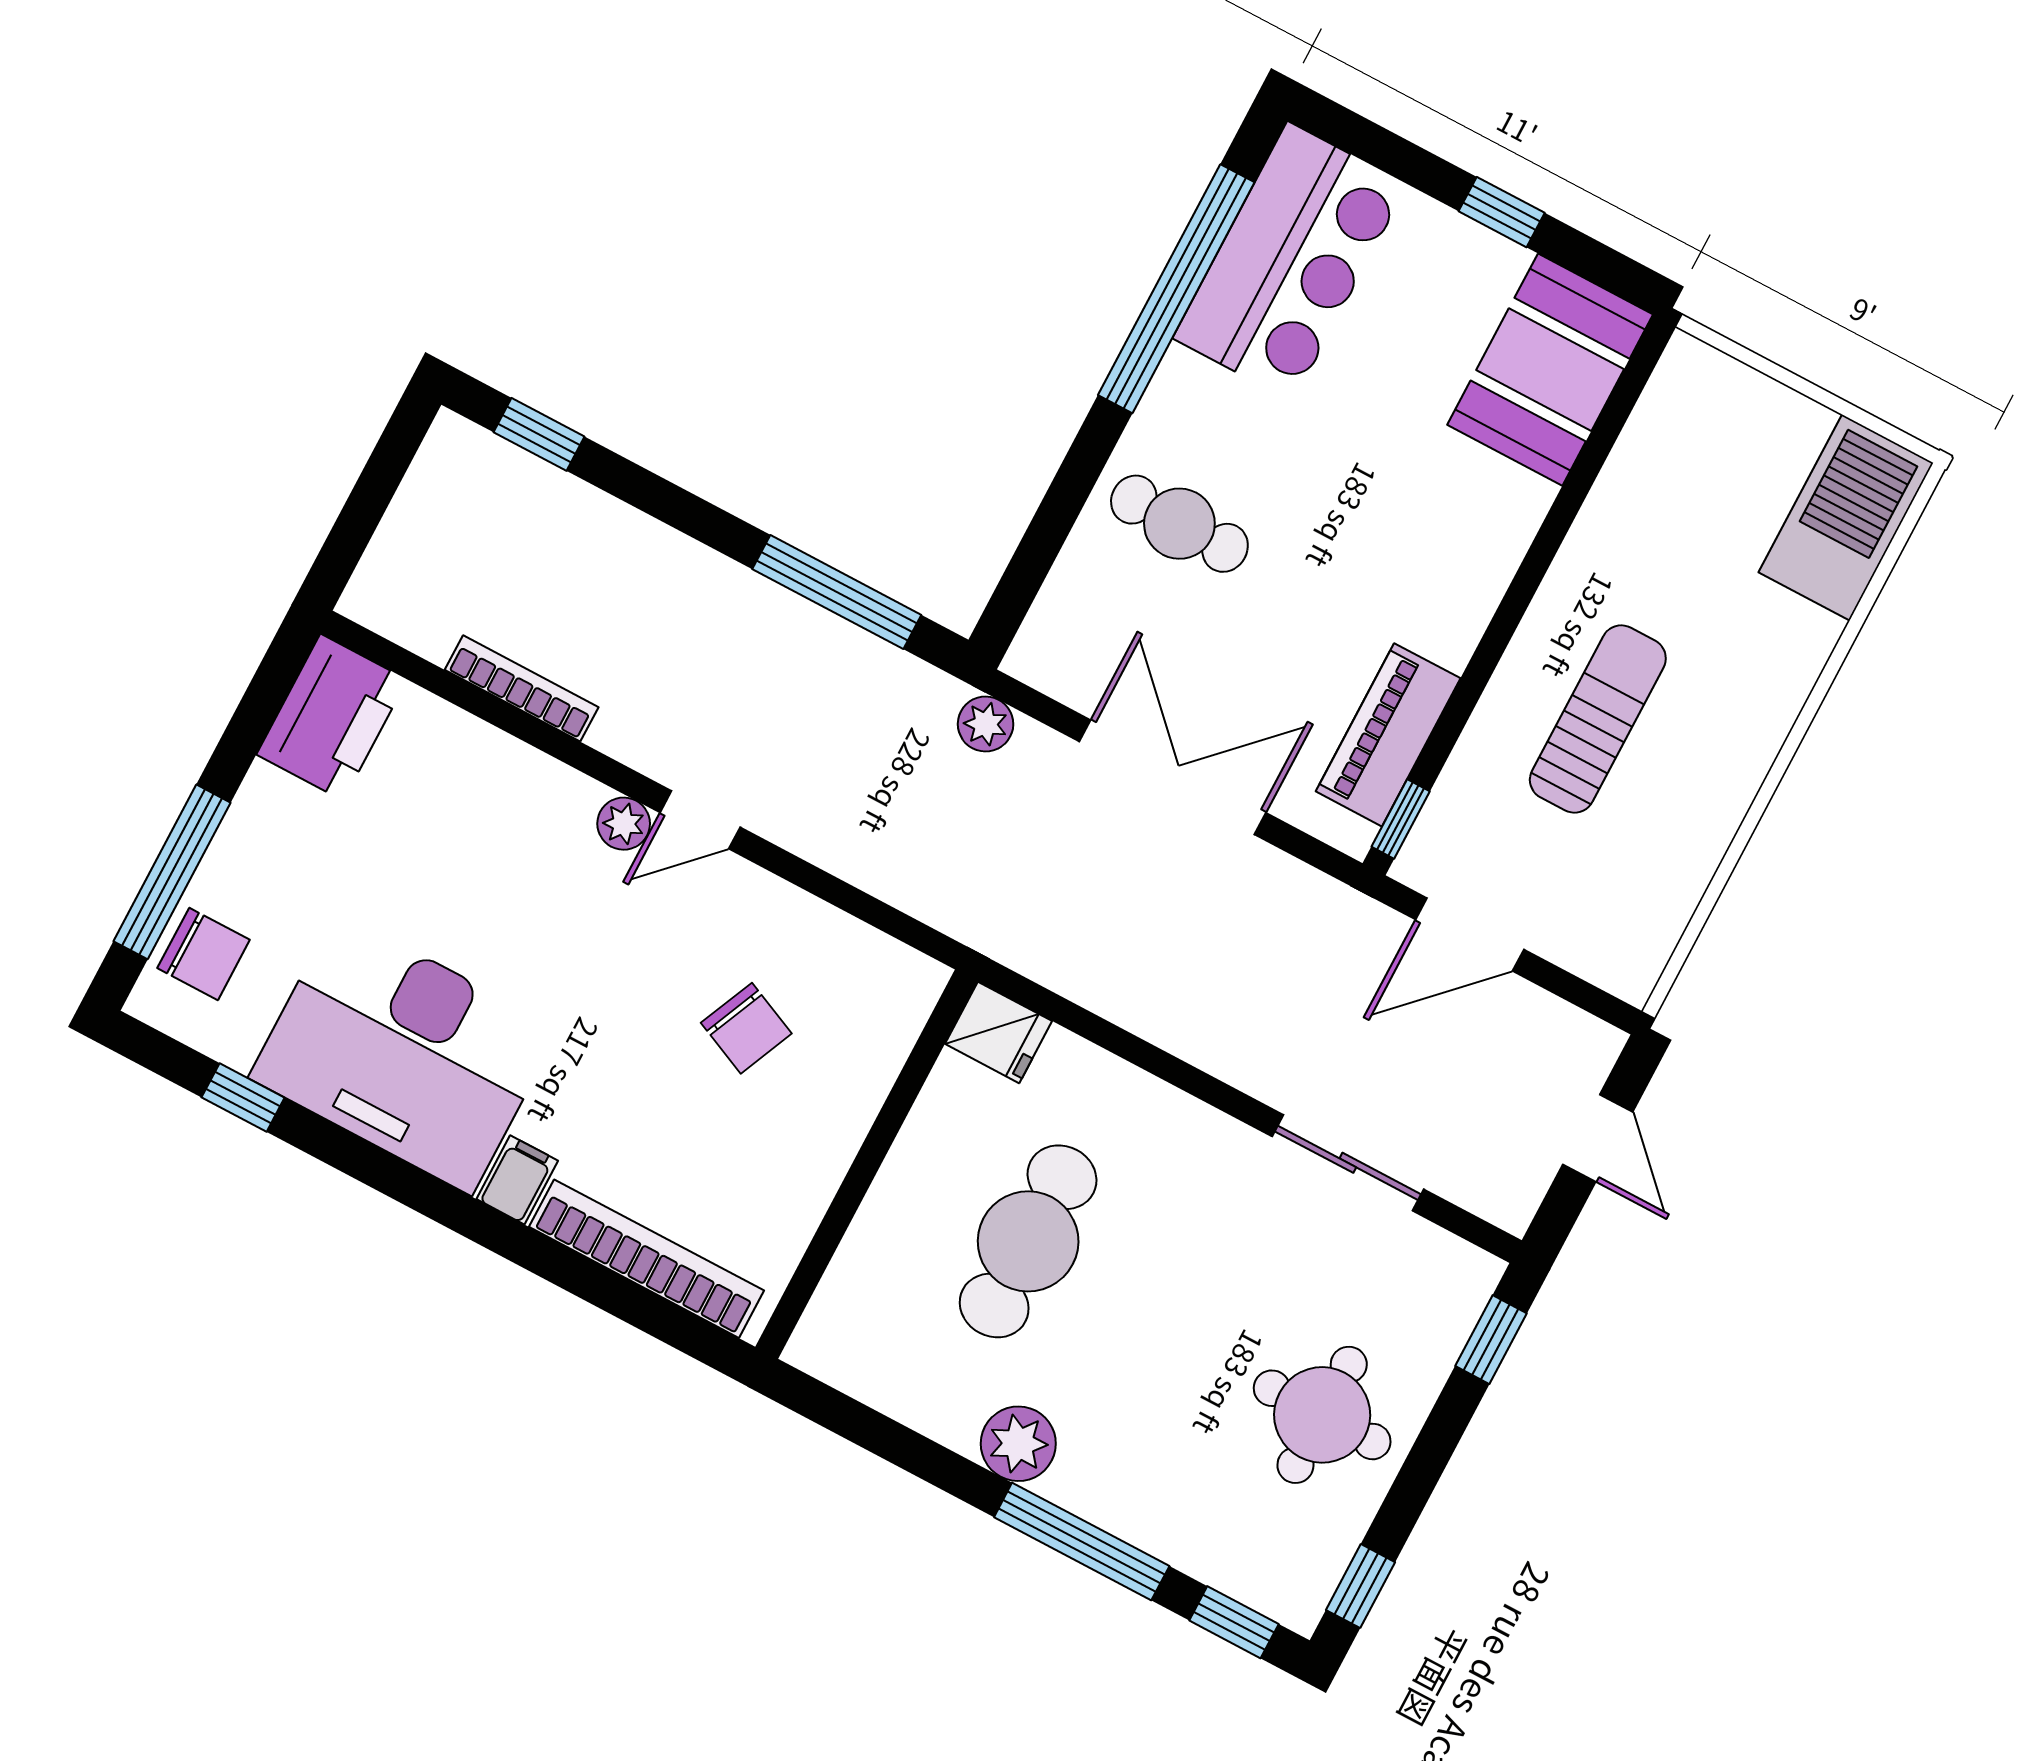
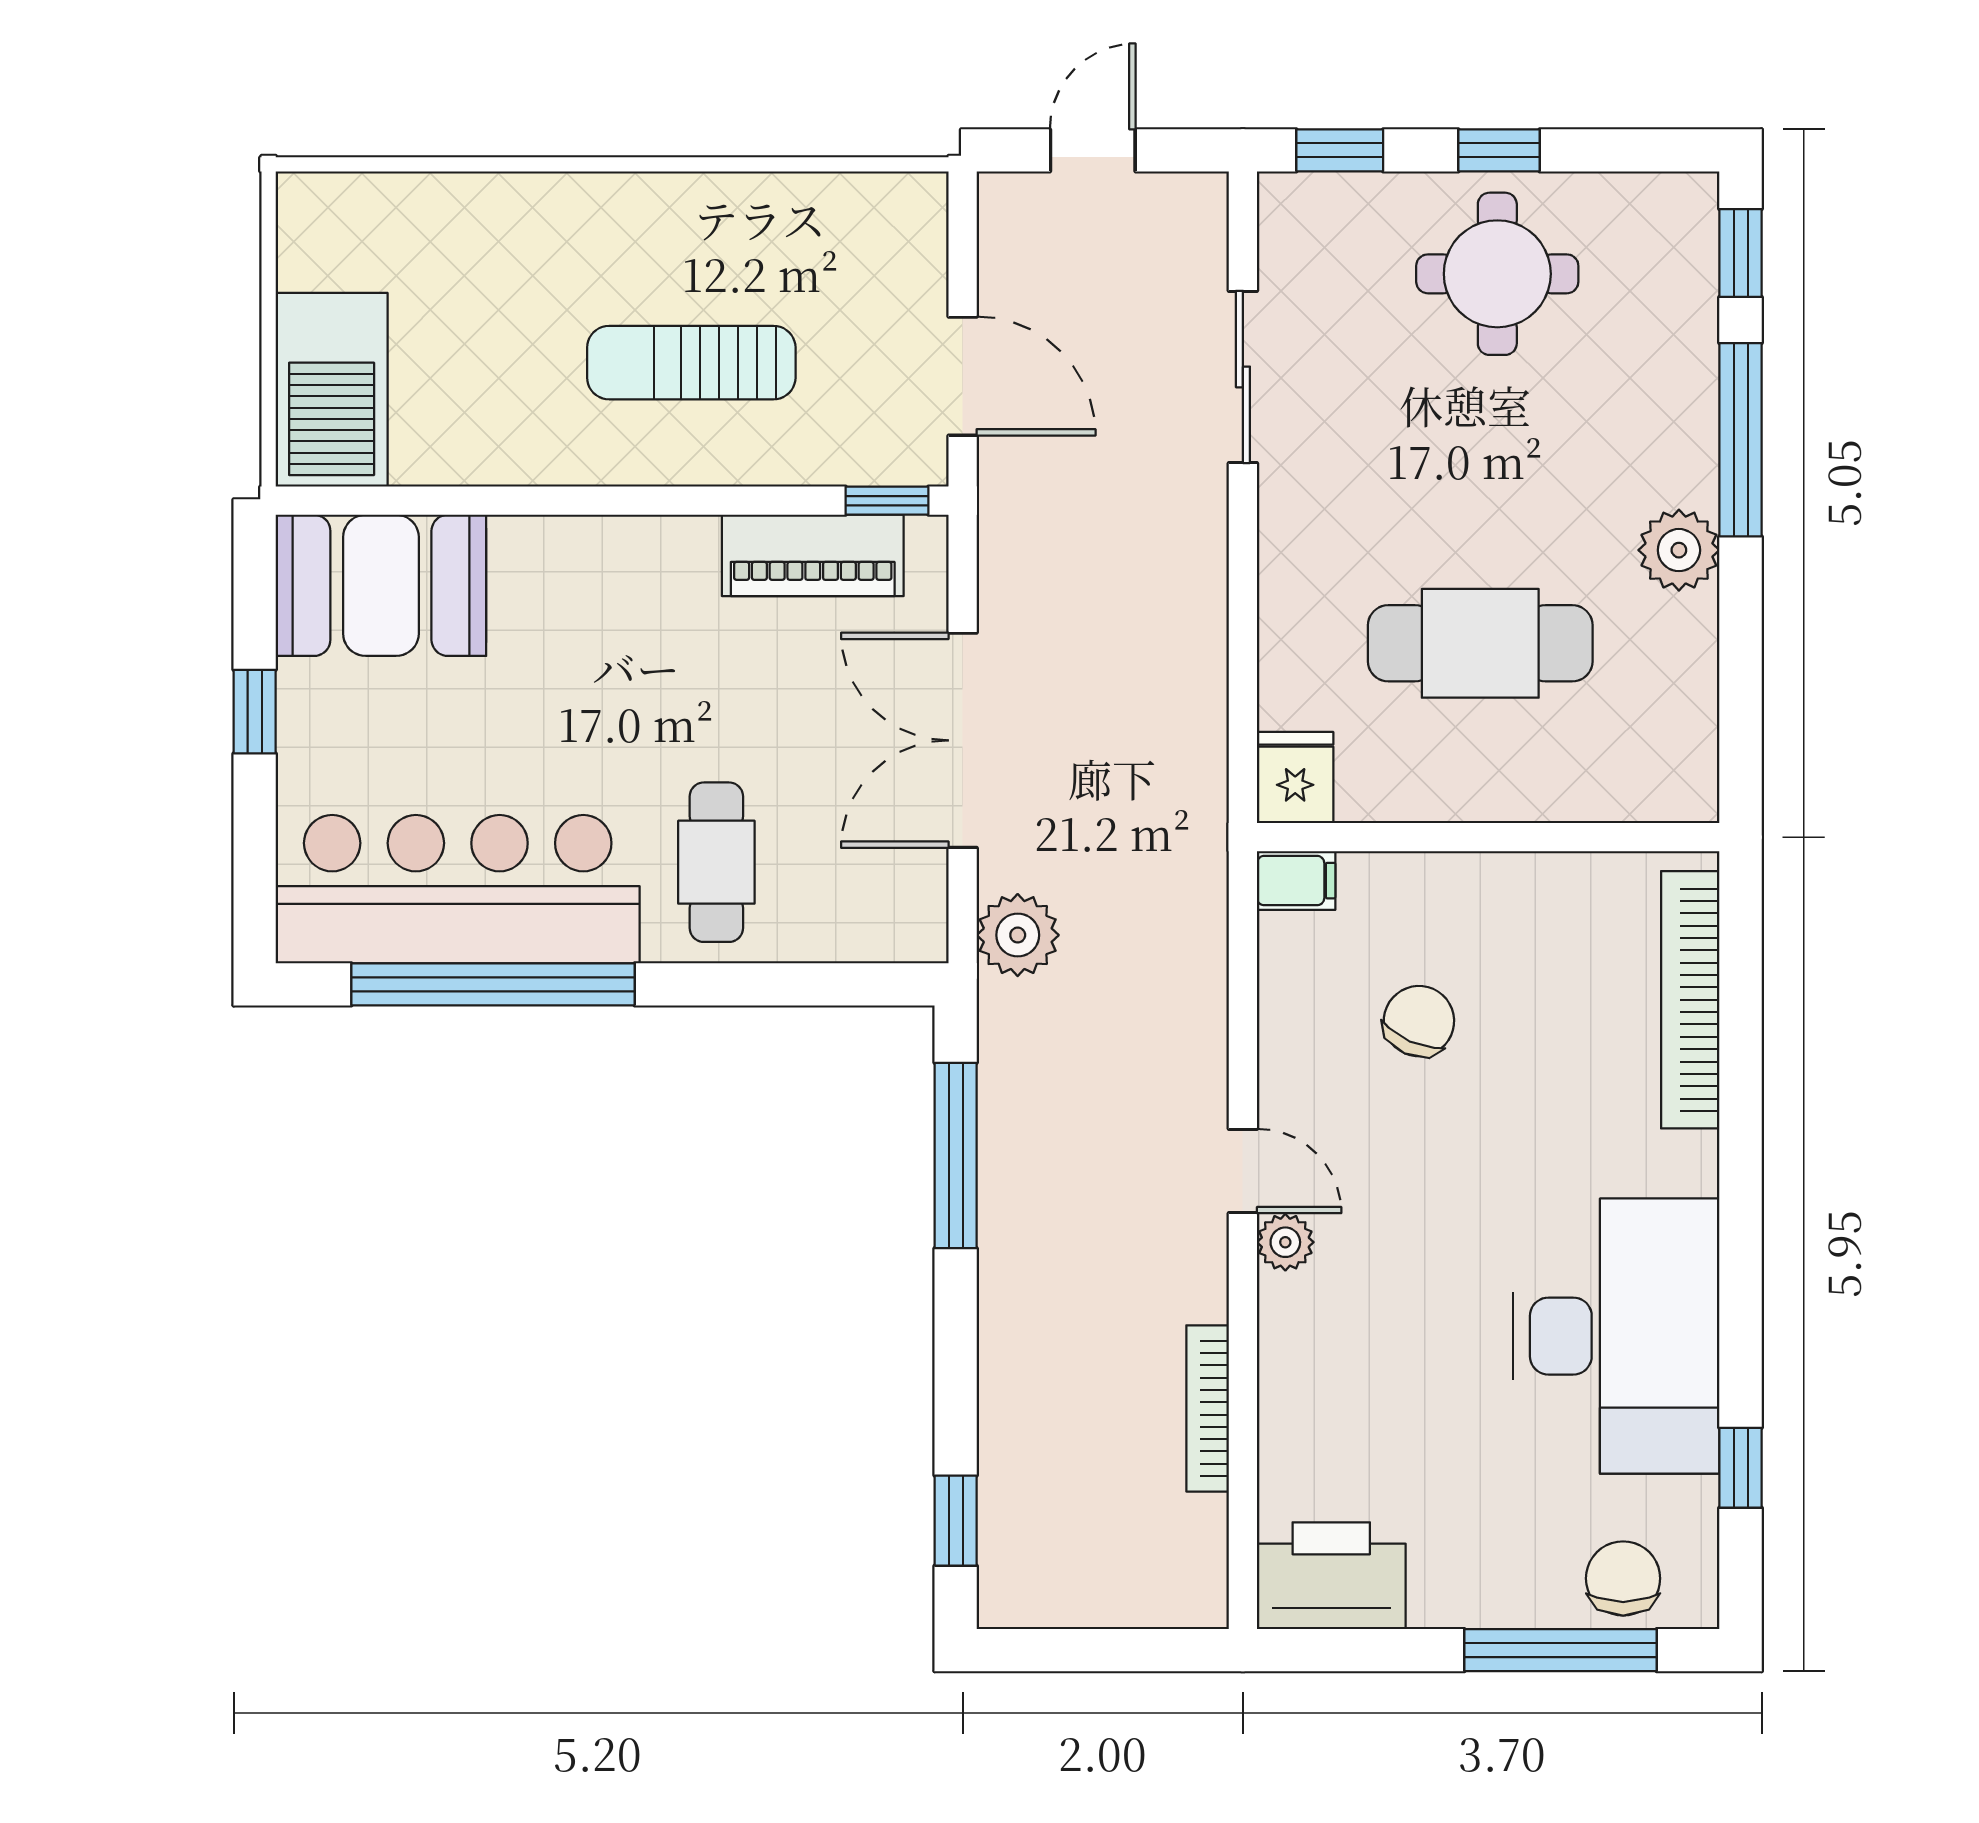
bar counter: (1290, 261) -> (458, 889), width x1.36
barbecue: (1846, 518) -> (332, 390), moved, turned -90
plant: (986, 724) -> (1018, 935), width x1.38, depth x1.38
filing cabinet: (517, 1180) -> (1296, 881), moved, turned 180
window: (1361, 1586) -> (1499, 150), moved

